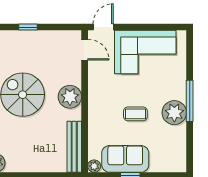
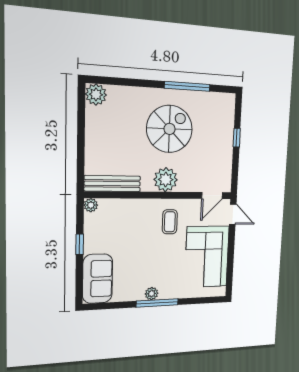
plant: (174, 113) -> (152, 294), width x0.53, depth x0.53
coffee table: (135, 114) -> (170, 222), moved
sofa: (125, 159) -> (98, 279), moved

